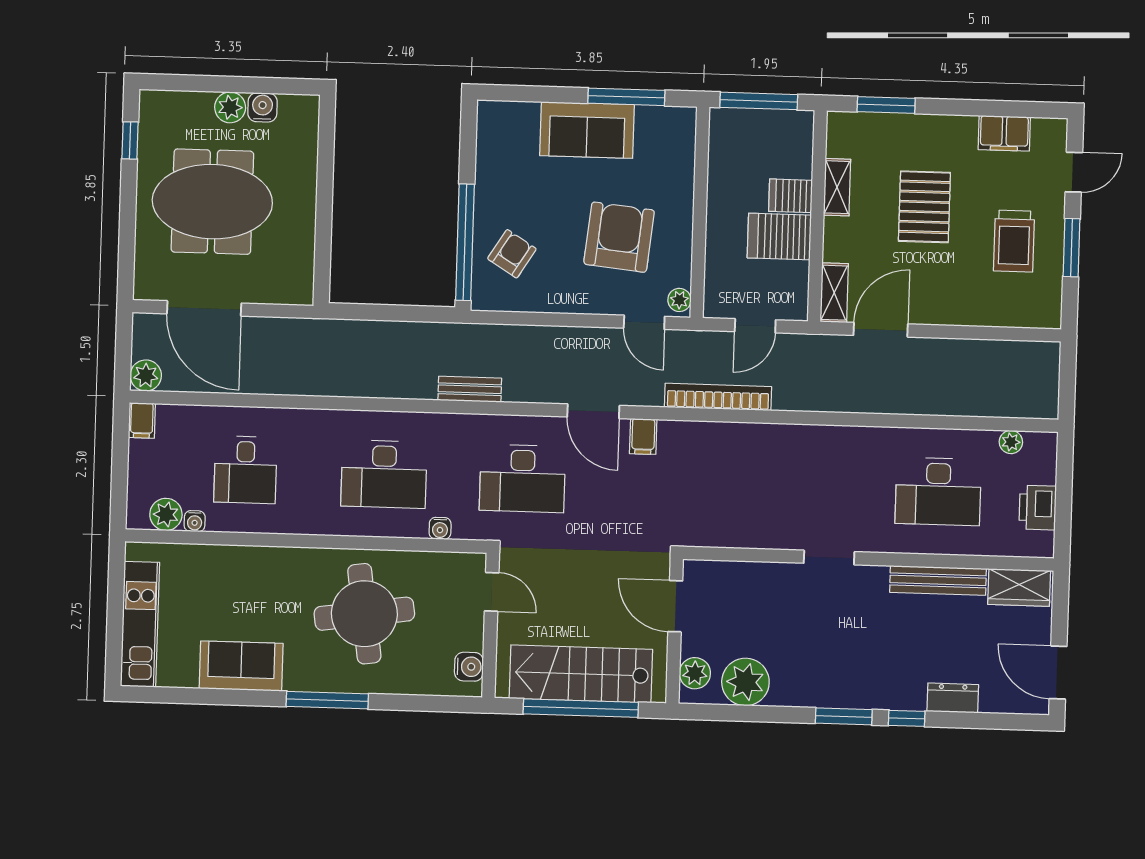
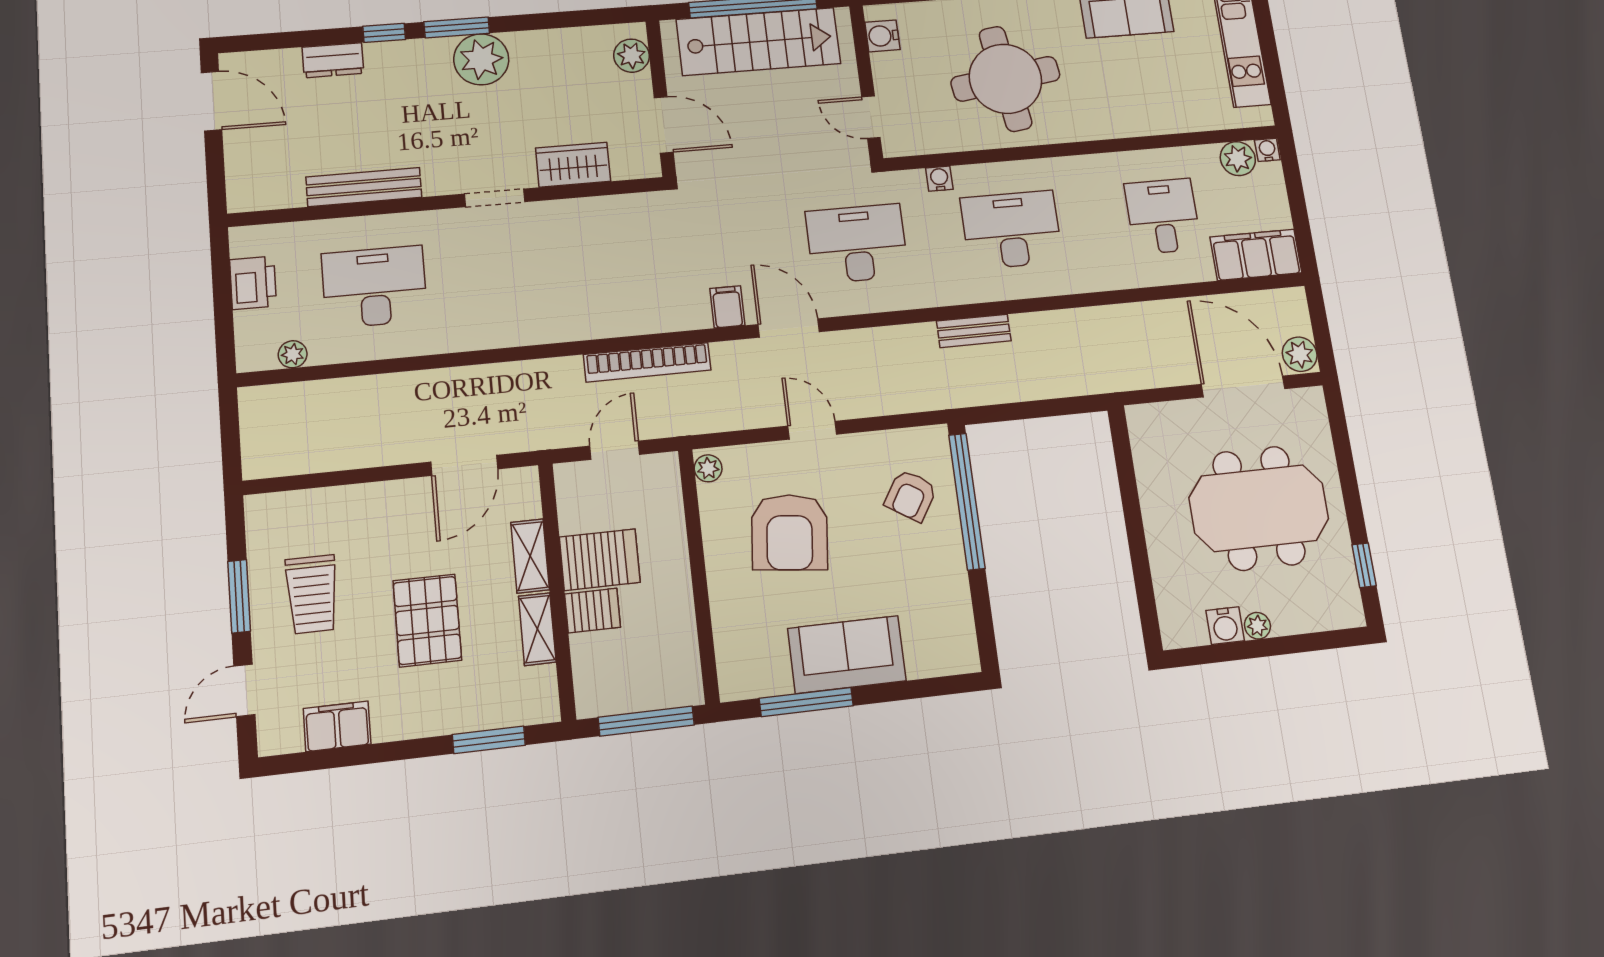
plant: (230, 107) -> (1257, 626), width x0.73, depth x0.73
trolley: (1014, 241) -> (312, 594), turned 180
shelving: (834, 293) -> (530, 556), moved
door: (644, 322) -> (812, 430), moved
plant: (146, 375) -> (1300, 354), moved
bench: (470, 389) -> (974, 331), moved
filing cabinet: (142, 420) -> (1256, 255), width x3.00, depth x1.17
water cooler: (195, 521) -> (1267, 150), moved
wardrobe: (1019, 587) -> (573, 165), moved
plant: (745, 682) -> (481, 59), moved

